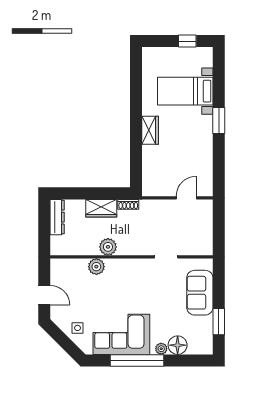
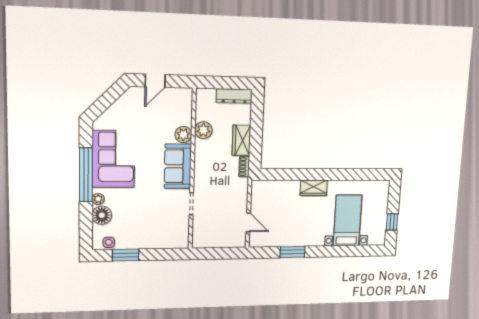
window: (219, 121) -> (293, 252), moved
plant: (108, 247) -> (203, 130), moved
sofa: (200, 293) -> (178, 166), moved, turned -90
side table: (78, 328) -> (109, 242), moved

